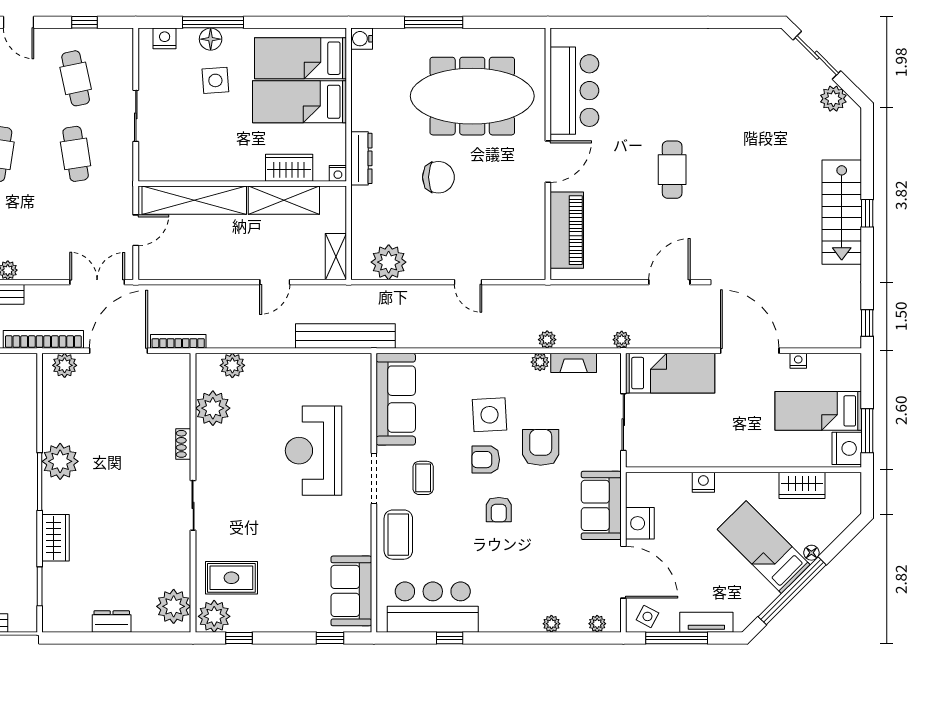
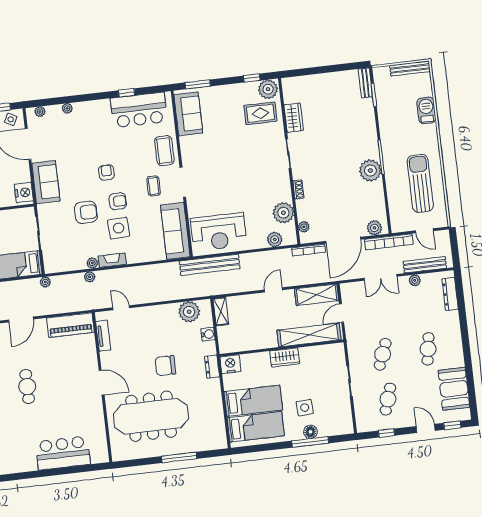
nightstand: (165, 38) -> (338, 429), removed
water cooler: (362, 39) -> (208, 334), moved
cafe table: (76, 78) -> (388, 399), turned 30
bar counter: (574, 91) -> (63, 453), moved, turned 90
cafe table: (76, 154) -> (383, 354), turned 30
dresser: (361, 158) -> (212, 367), width x0.70
door: (548, 162) -> (102, 383), swing flipped
wardrobe: (289, 168) -> (285, 357), moved
nightstand: (338, 173) -> (230, 364), width x1.89, depth x1.79
shelving: (284, 200) -> (317, 295), moved
piano: (567, 230) -> (70, 325), moved, turned -90
tv unit: (536, 239) -> (103, 336), added
double door: (97, 282) -> (381, 277), moved
door: (275, 282) -> (273, 290), moved
door: (468, 282) -> (121, 308), moved
fireplace: (574, 363) -> (112, 260), moved
armchair: (541, 447) -> (86, 212), turned -91
reception desk: (314, 451) -> (219, 232), moved, turned 90
nightstand: (640, 523) -> (24, 192), moved
wardrobe: (55, 538) -> (294, 118), moved, turned 180
plant: (174, 606) -> (304, 227), moved, width x0.53, depth x0.53
bench: (51, 608) -> (365, 83), added
dresser: (112, 622) -> (329, 79), removed
window: (330, 638) -> (198, 84), width x1.50

